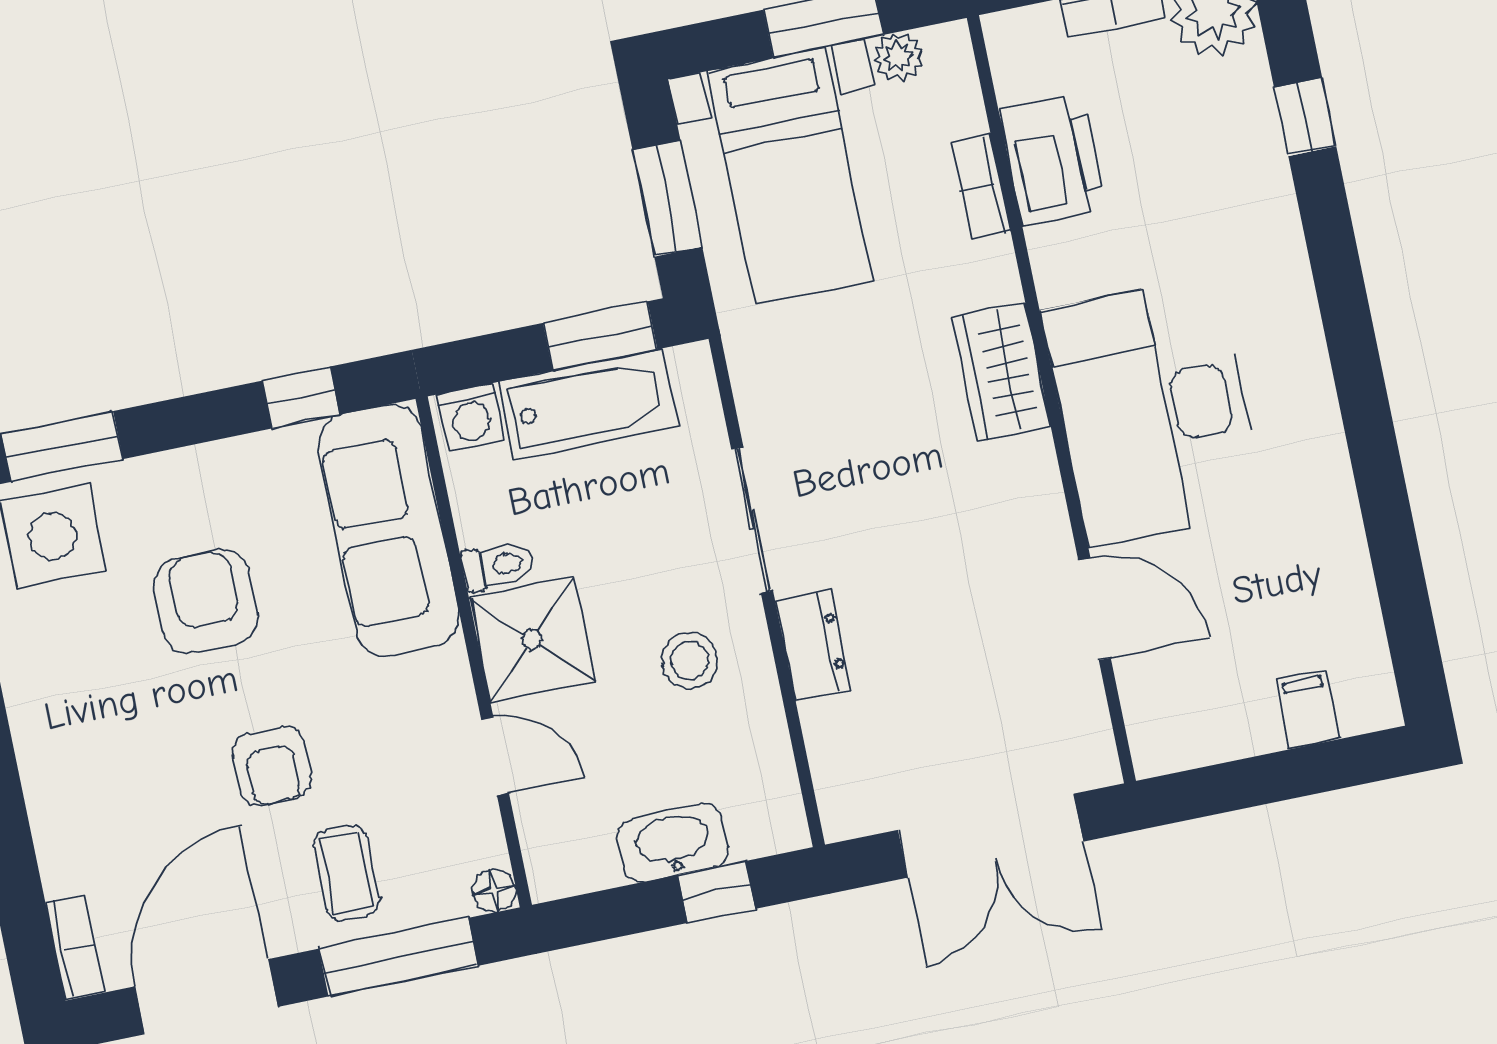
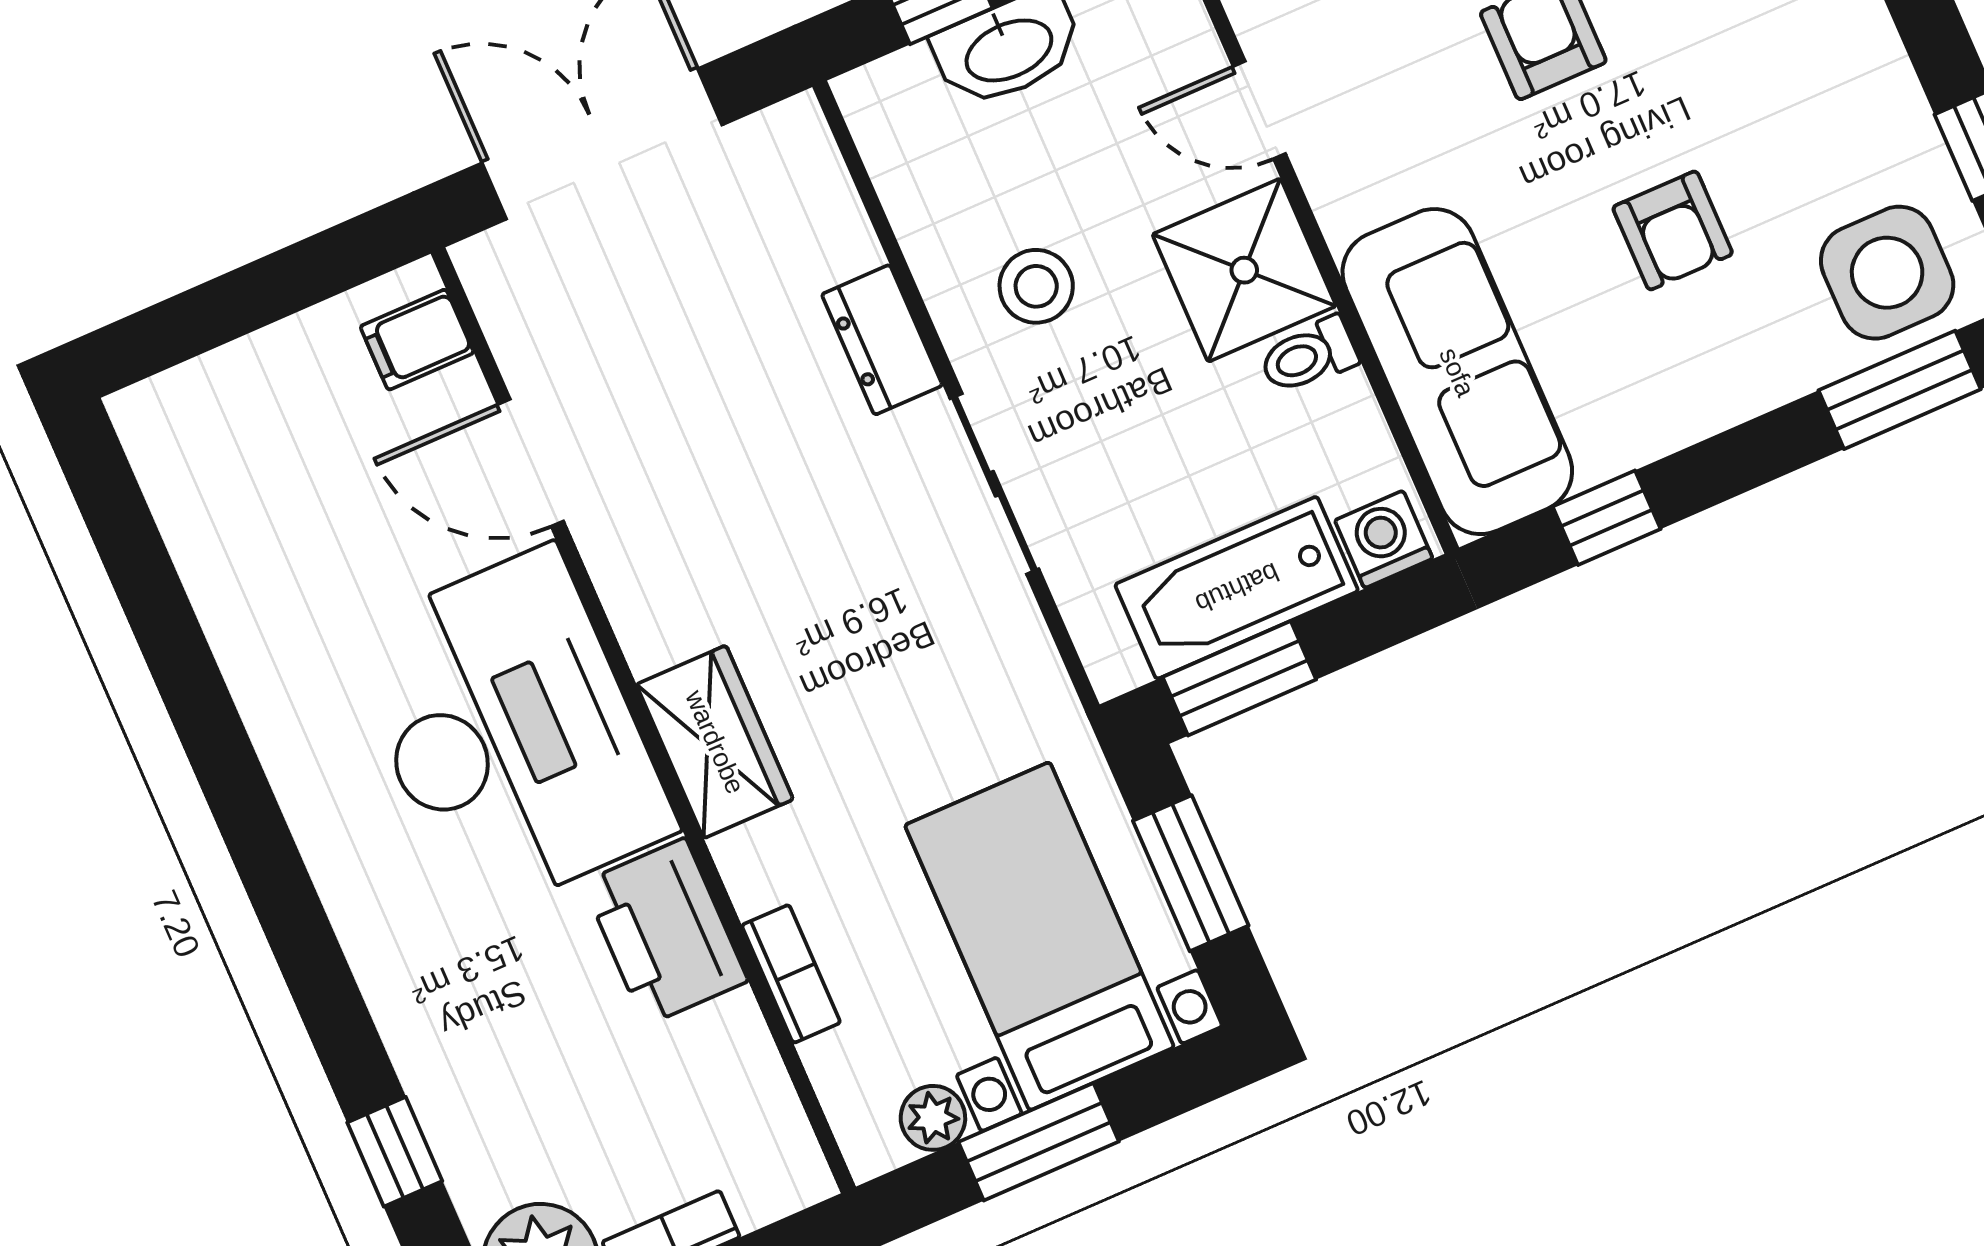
printer: (1053, 159) -> (665, 932), moved
armchair: (206, 601) -> (1673, 230), width x0.72, depth x0.72
filing cabinet: (1308, 709) -> (417, 340), moved, turned 90

